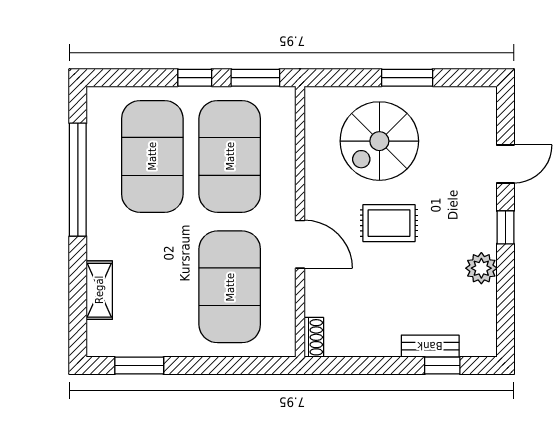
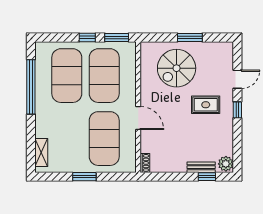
rug: (389, 223) -> (206, 105), moved
plant: (481, 268) -> (226, 164), moved
shelving: (99, 290) -> (41, 153), moved
window: (139, 366) -> (84, 177), moved

